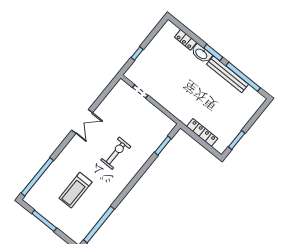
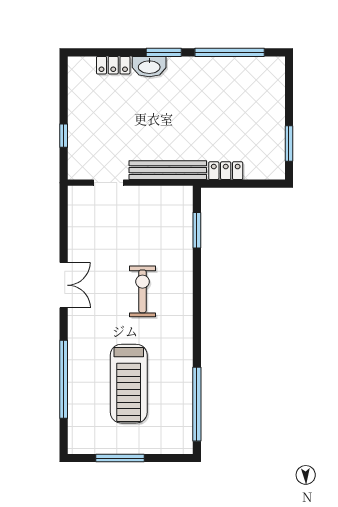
bench: (228, 74) -> (168, 170), moved
locker: (202, 133) -> (226, 171), width x0.66
window: (37, 177) -> (64, 379), moved
treadmill: (76, 190) -> (129, 384), width x1.37, depth x1.37

